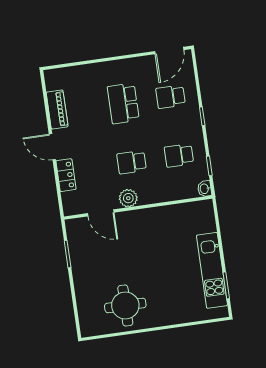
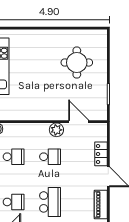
round table: (125, 305) -> (77, 63), moved

